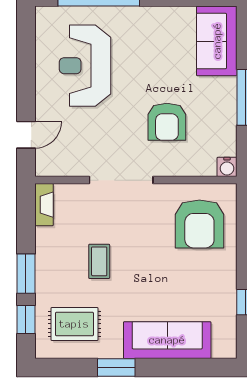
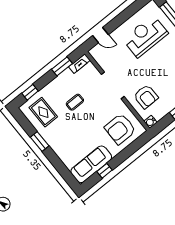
armchair: (167, 122) -> (146, 97), moved, turned -90
window: (26, 274) -> (62, 66), moved
sofa: (167, 340) -> (91, 164), moved, turned -90

